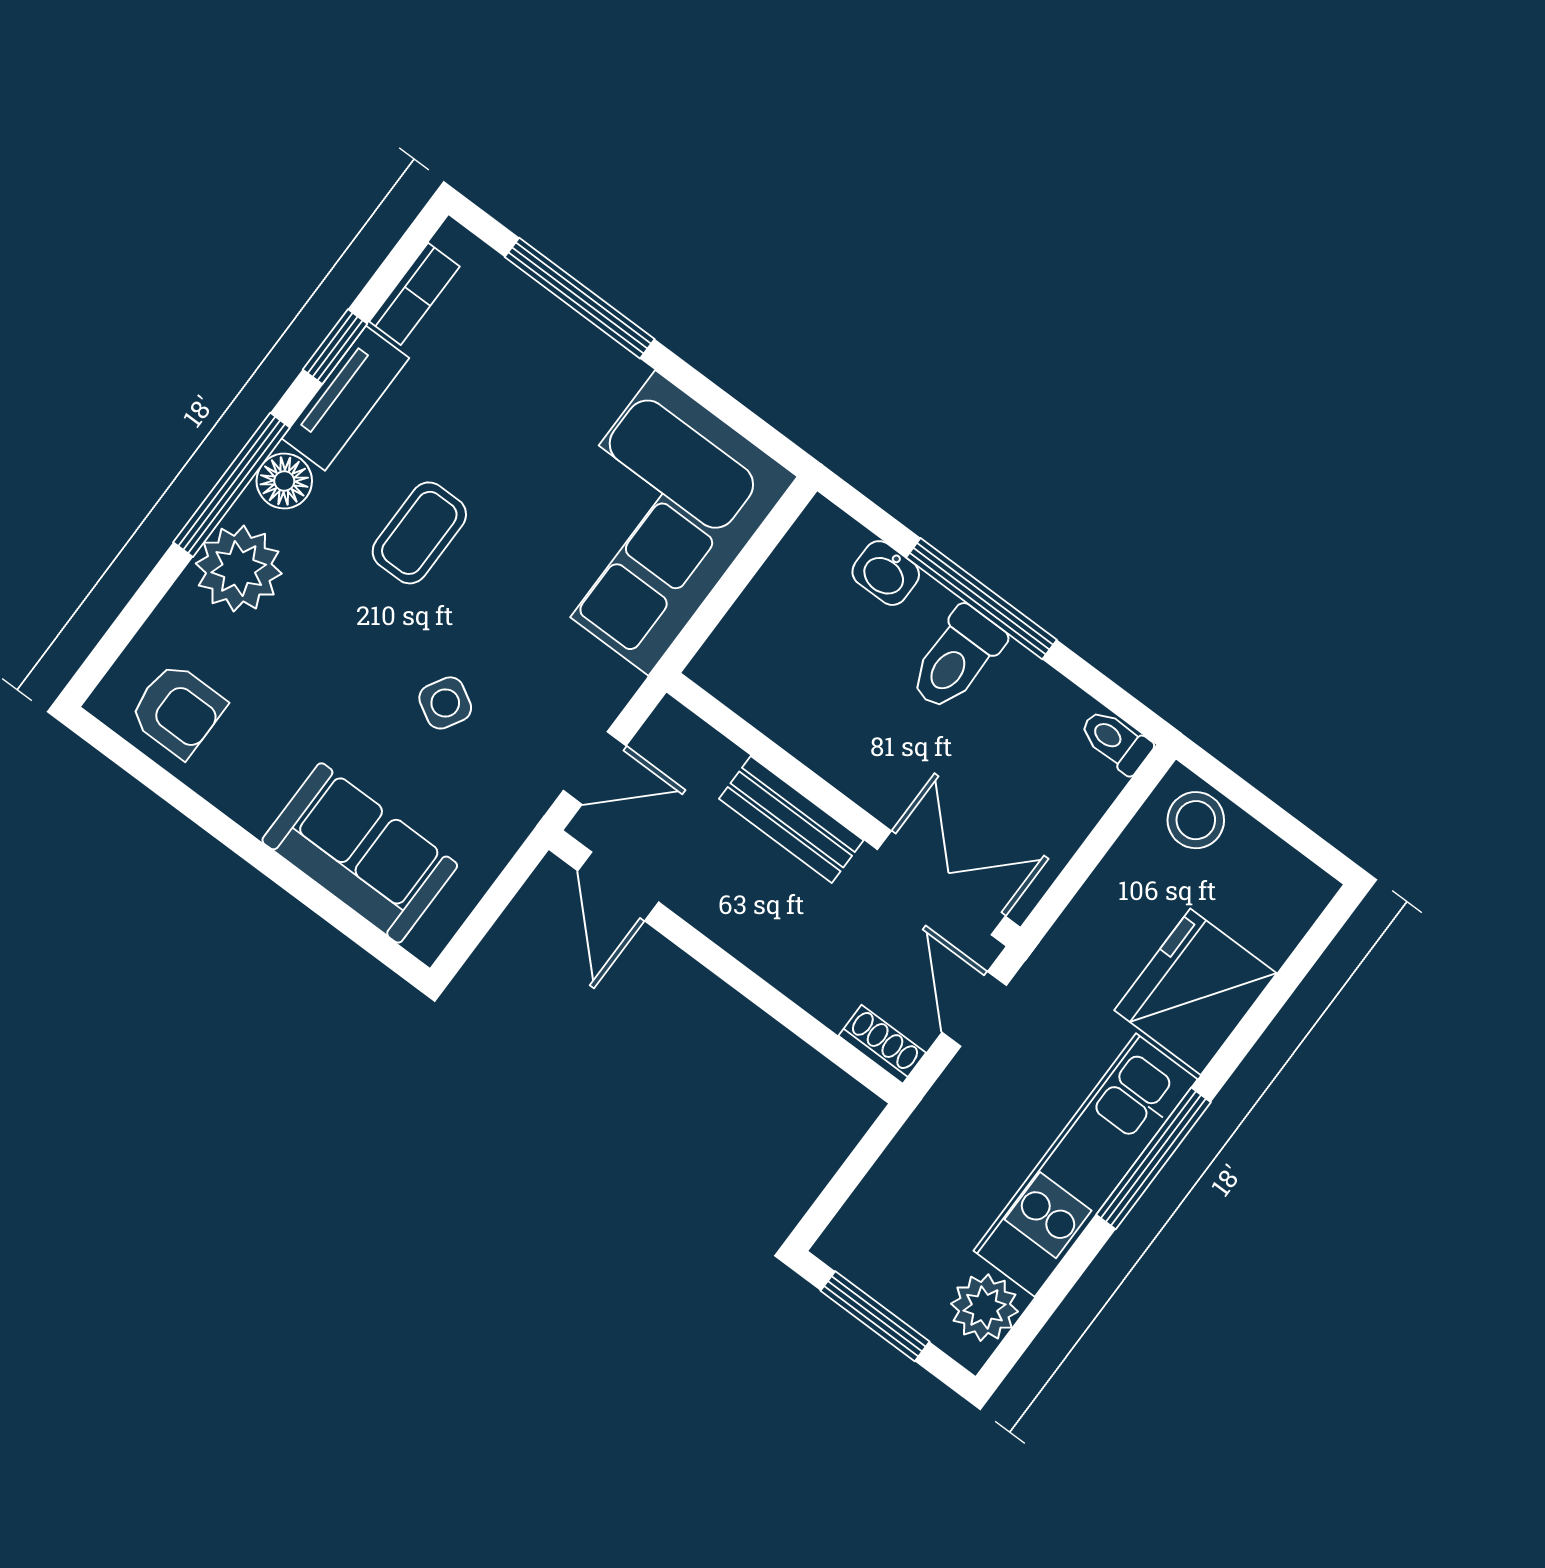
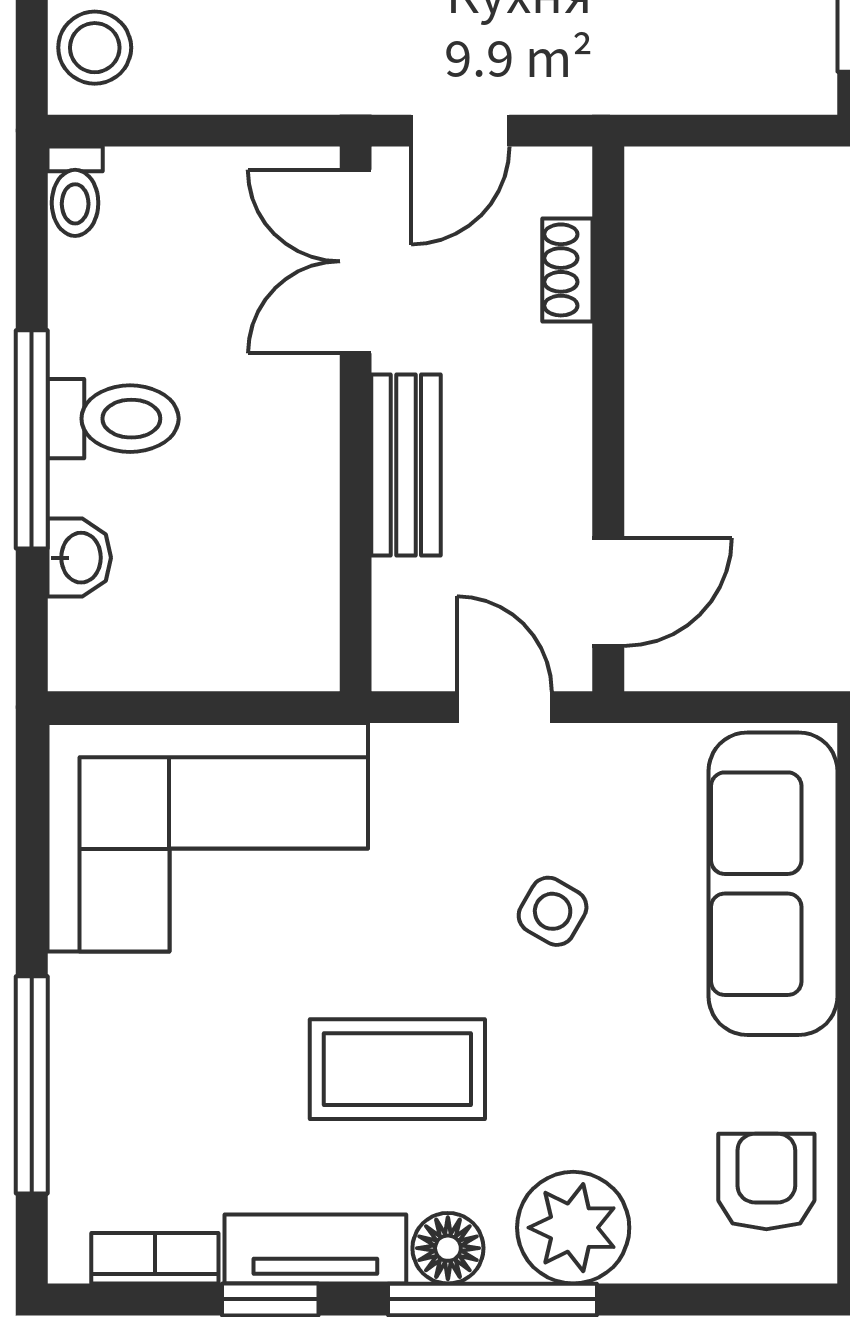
coffee table: (419, 533) -> (397, 1069), width x1.36, depth x1.30
sofa: (360, 853) -> (773, 884), width x1.36
shoe rack: (882, 1044) -> (567, 270), moved

